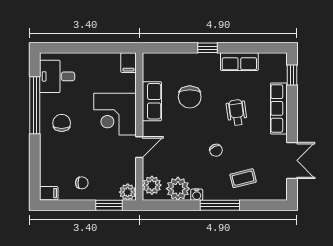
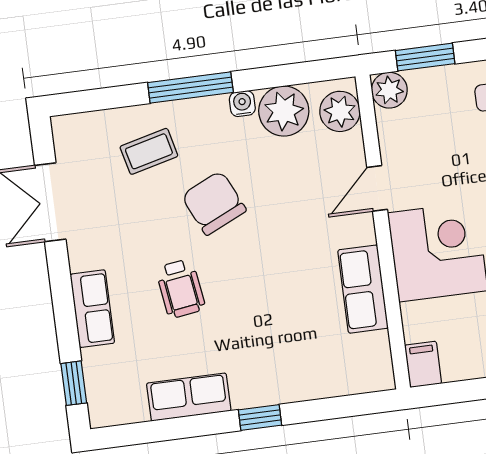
chair: (190, 97) -> (284, 309), removed
row of seats: (279, 108) -> (92, 309), width x0.68
chair: (216, 150) -> (214, 203), width x1.87, depth x1.87

